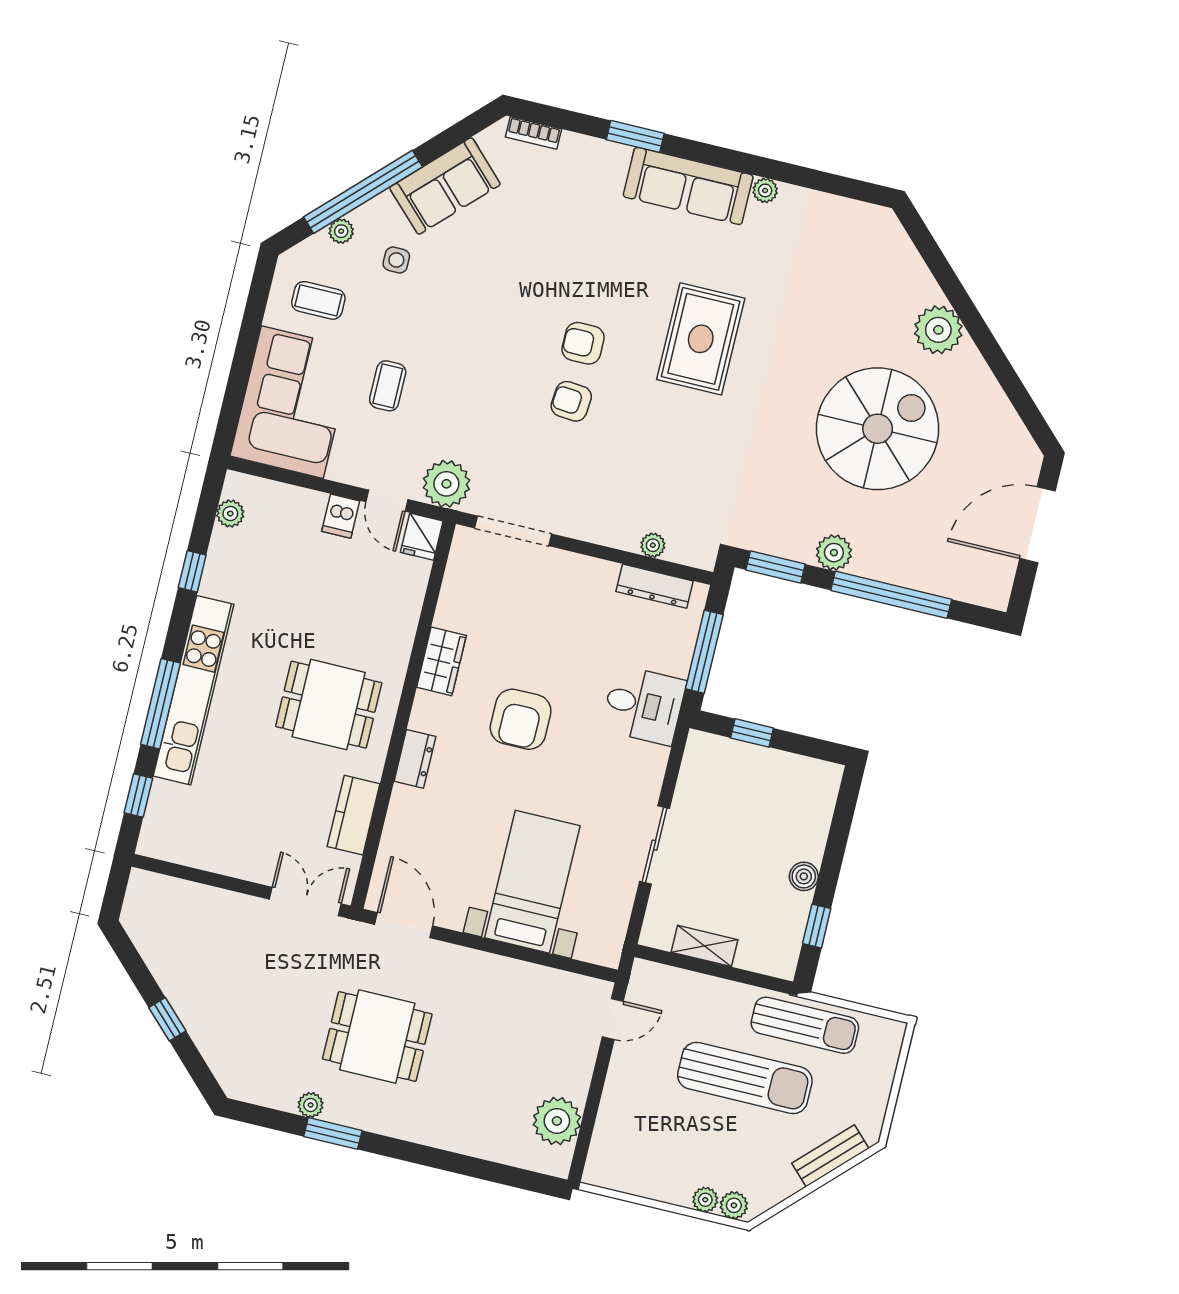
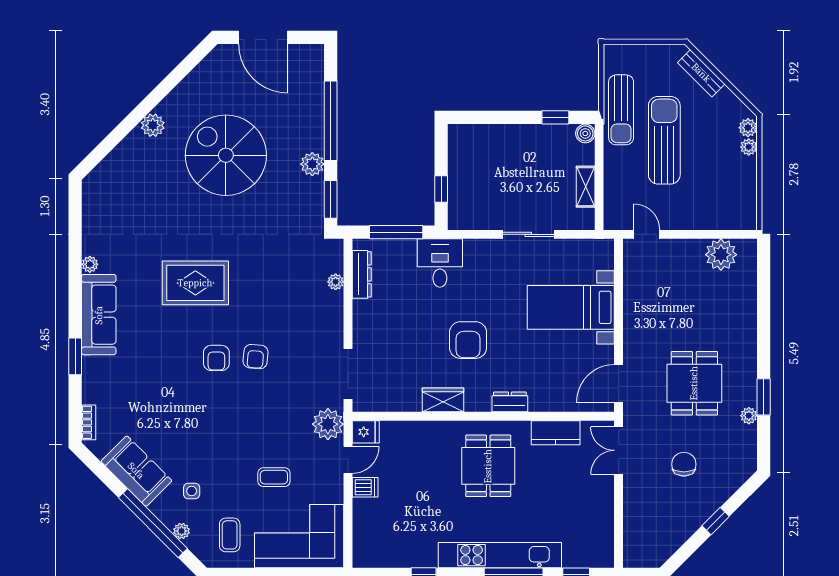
plant: (938, 330) -> (153, 125), width x0.73, depth x0.73
plant: (230, 514) -> (380, 559), removed
armchair: (521, 719) -> (468, 340), turned 90
boiler: (804, 876) -> (585, 133), moved
chair: (262, 993) -> (684, 464), added
sun lounger: (805, 1025) -> (621, 110), turned 180

